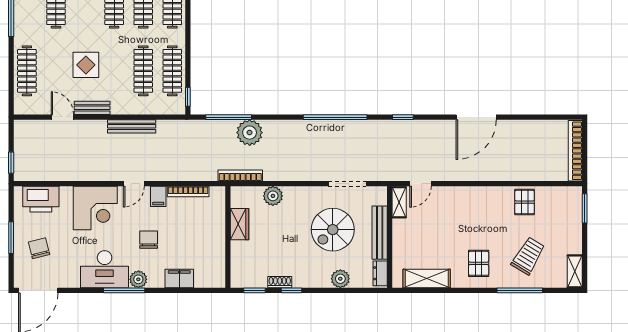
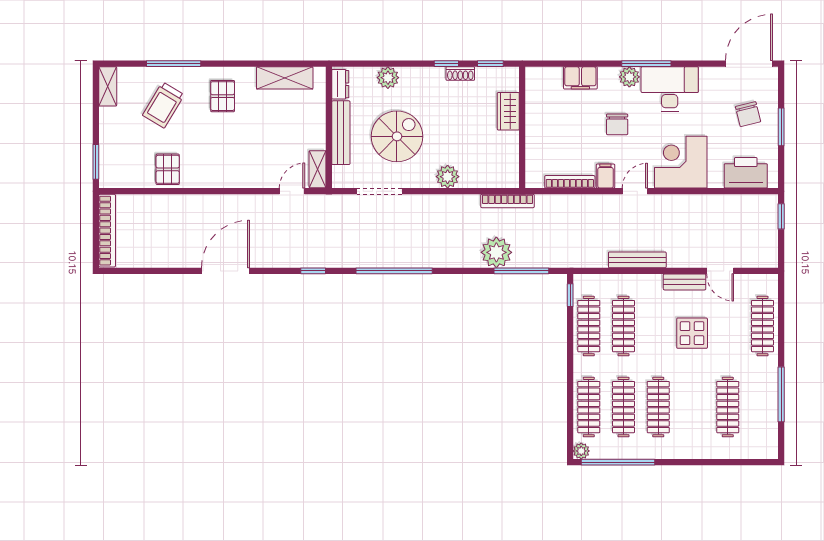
plant: (273, 196) -> (448, 177), moved
wardrobe: (240, 224) -> (508, 111), moved

